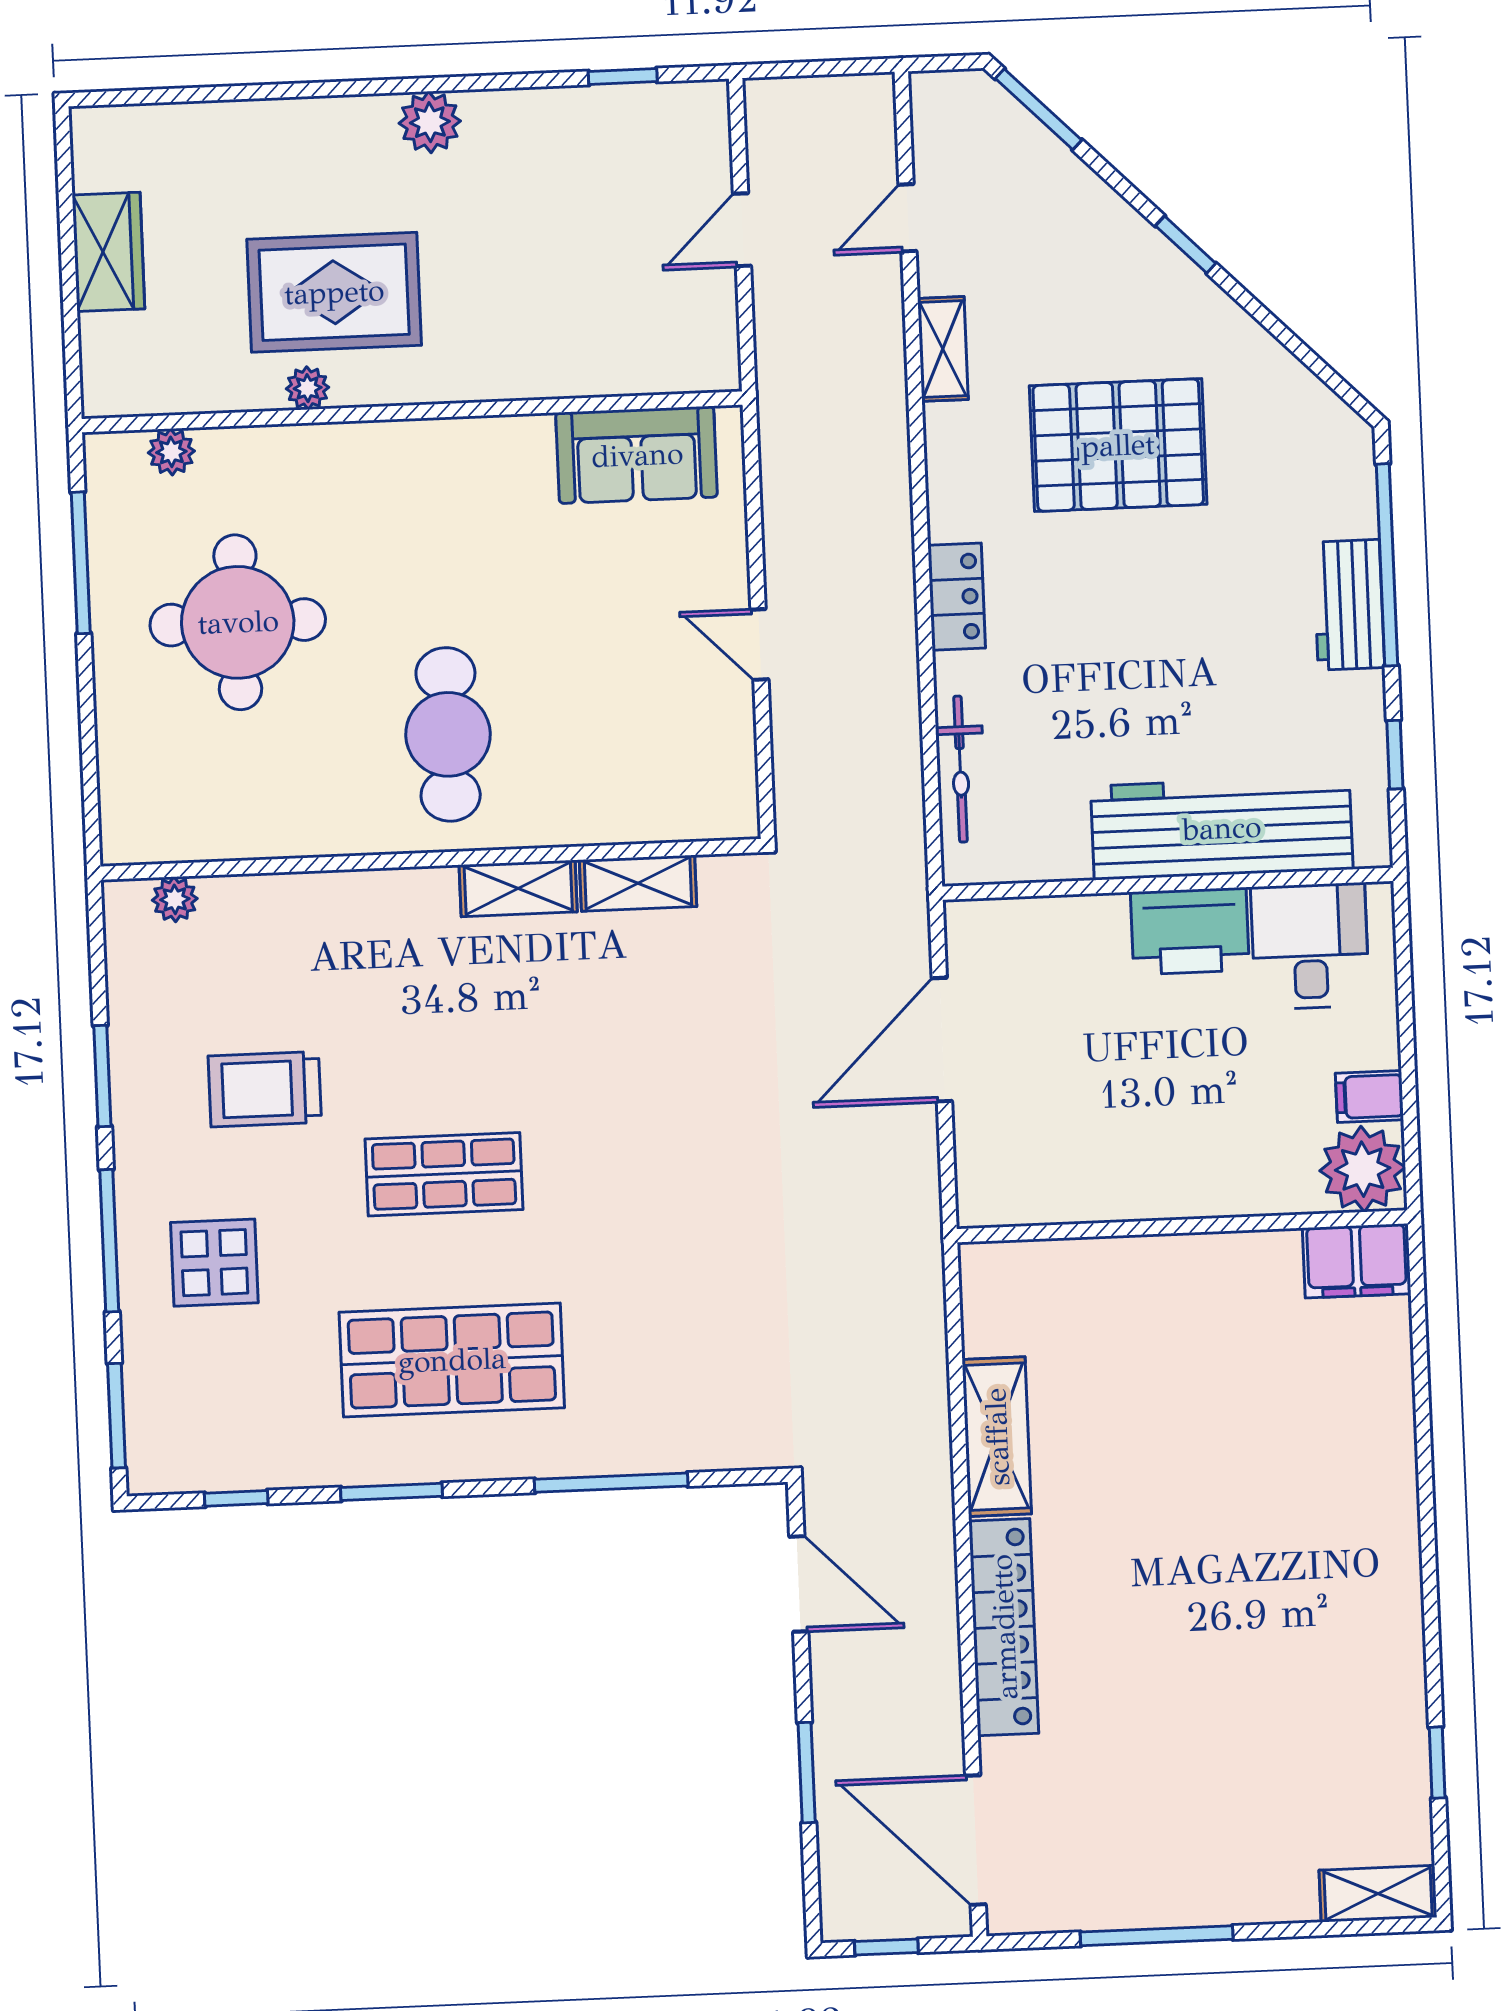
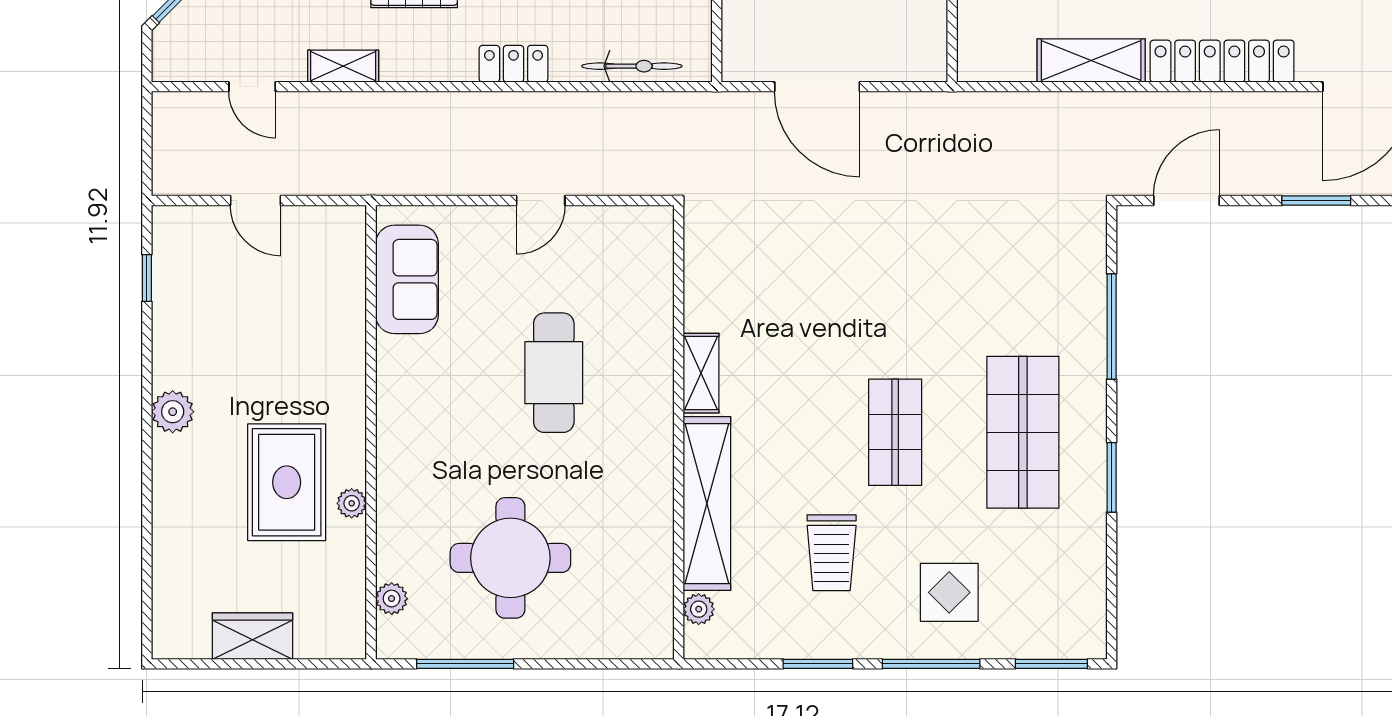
cafe table: (448, 734) -> (554, 373), moved, turned 90
shelving: (638, 883) -> (707, 504), moved, width x2.20, depth x1.33
window: (236, 1498) -> (1112, 584), removed

